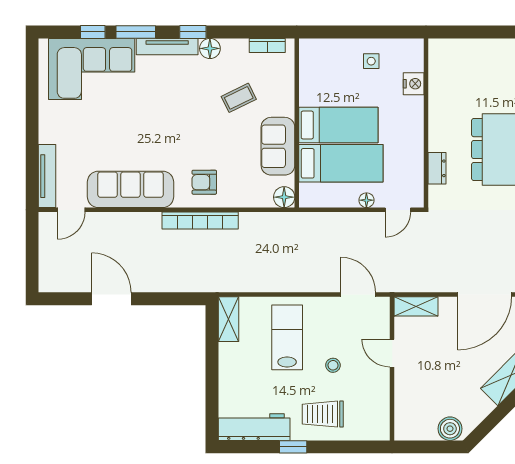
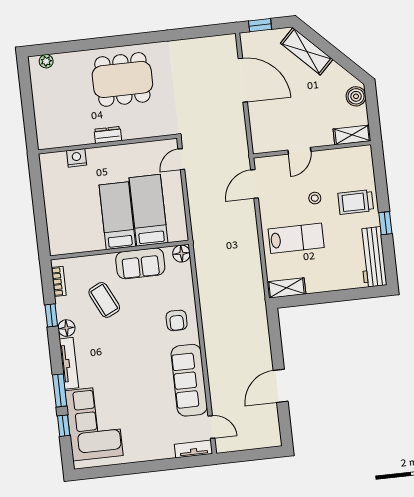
window: (193, 32) -> (51, 315), moved
side table: (371, 61) -> (62, 195), removed
coffee table: (239, 98) -> (104, 300), width x1.36, depth x1.30
dresser: (437, 168) -> (108, 135), moved
tv unit: (47, 176) -> (193, 449), width x0.71
floor lamp: (366, 200) -> (176, 186), removed
door: (398, 210) -> (181, 159), swing flipped
bookcase: (200, 221) -> (208, 320), removed
shelving: (416, 306) -> (352, 135), moved, turned 90
lab bench: (287, 337) -> (296, 238), turned 180
trolley: (323, 414) -> (356, 202), turned 90

